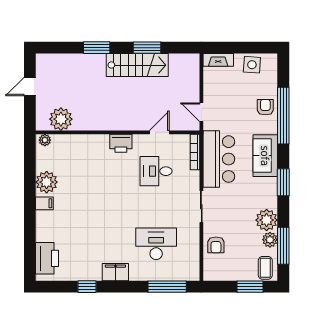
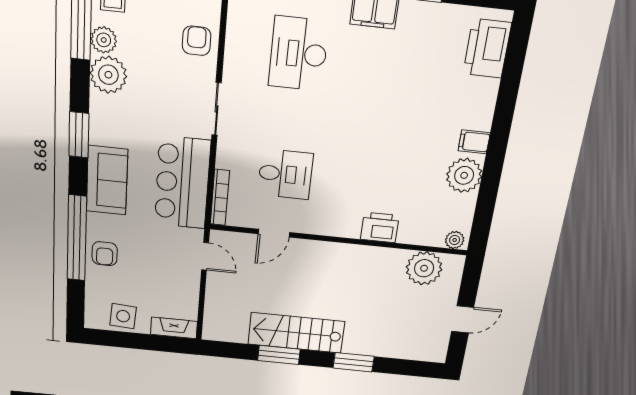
printer: (121, 143) -> (380, 227), moved
desk: (156, 244) -> (298, 54), turned 90

